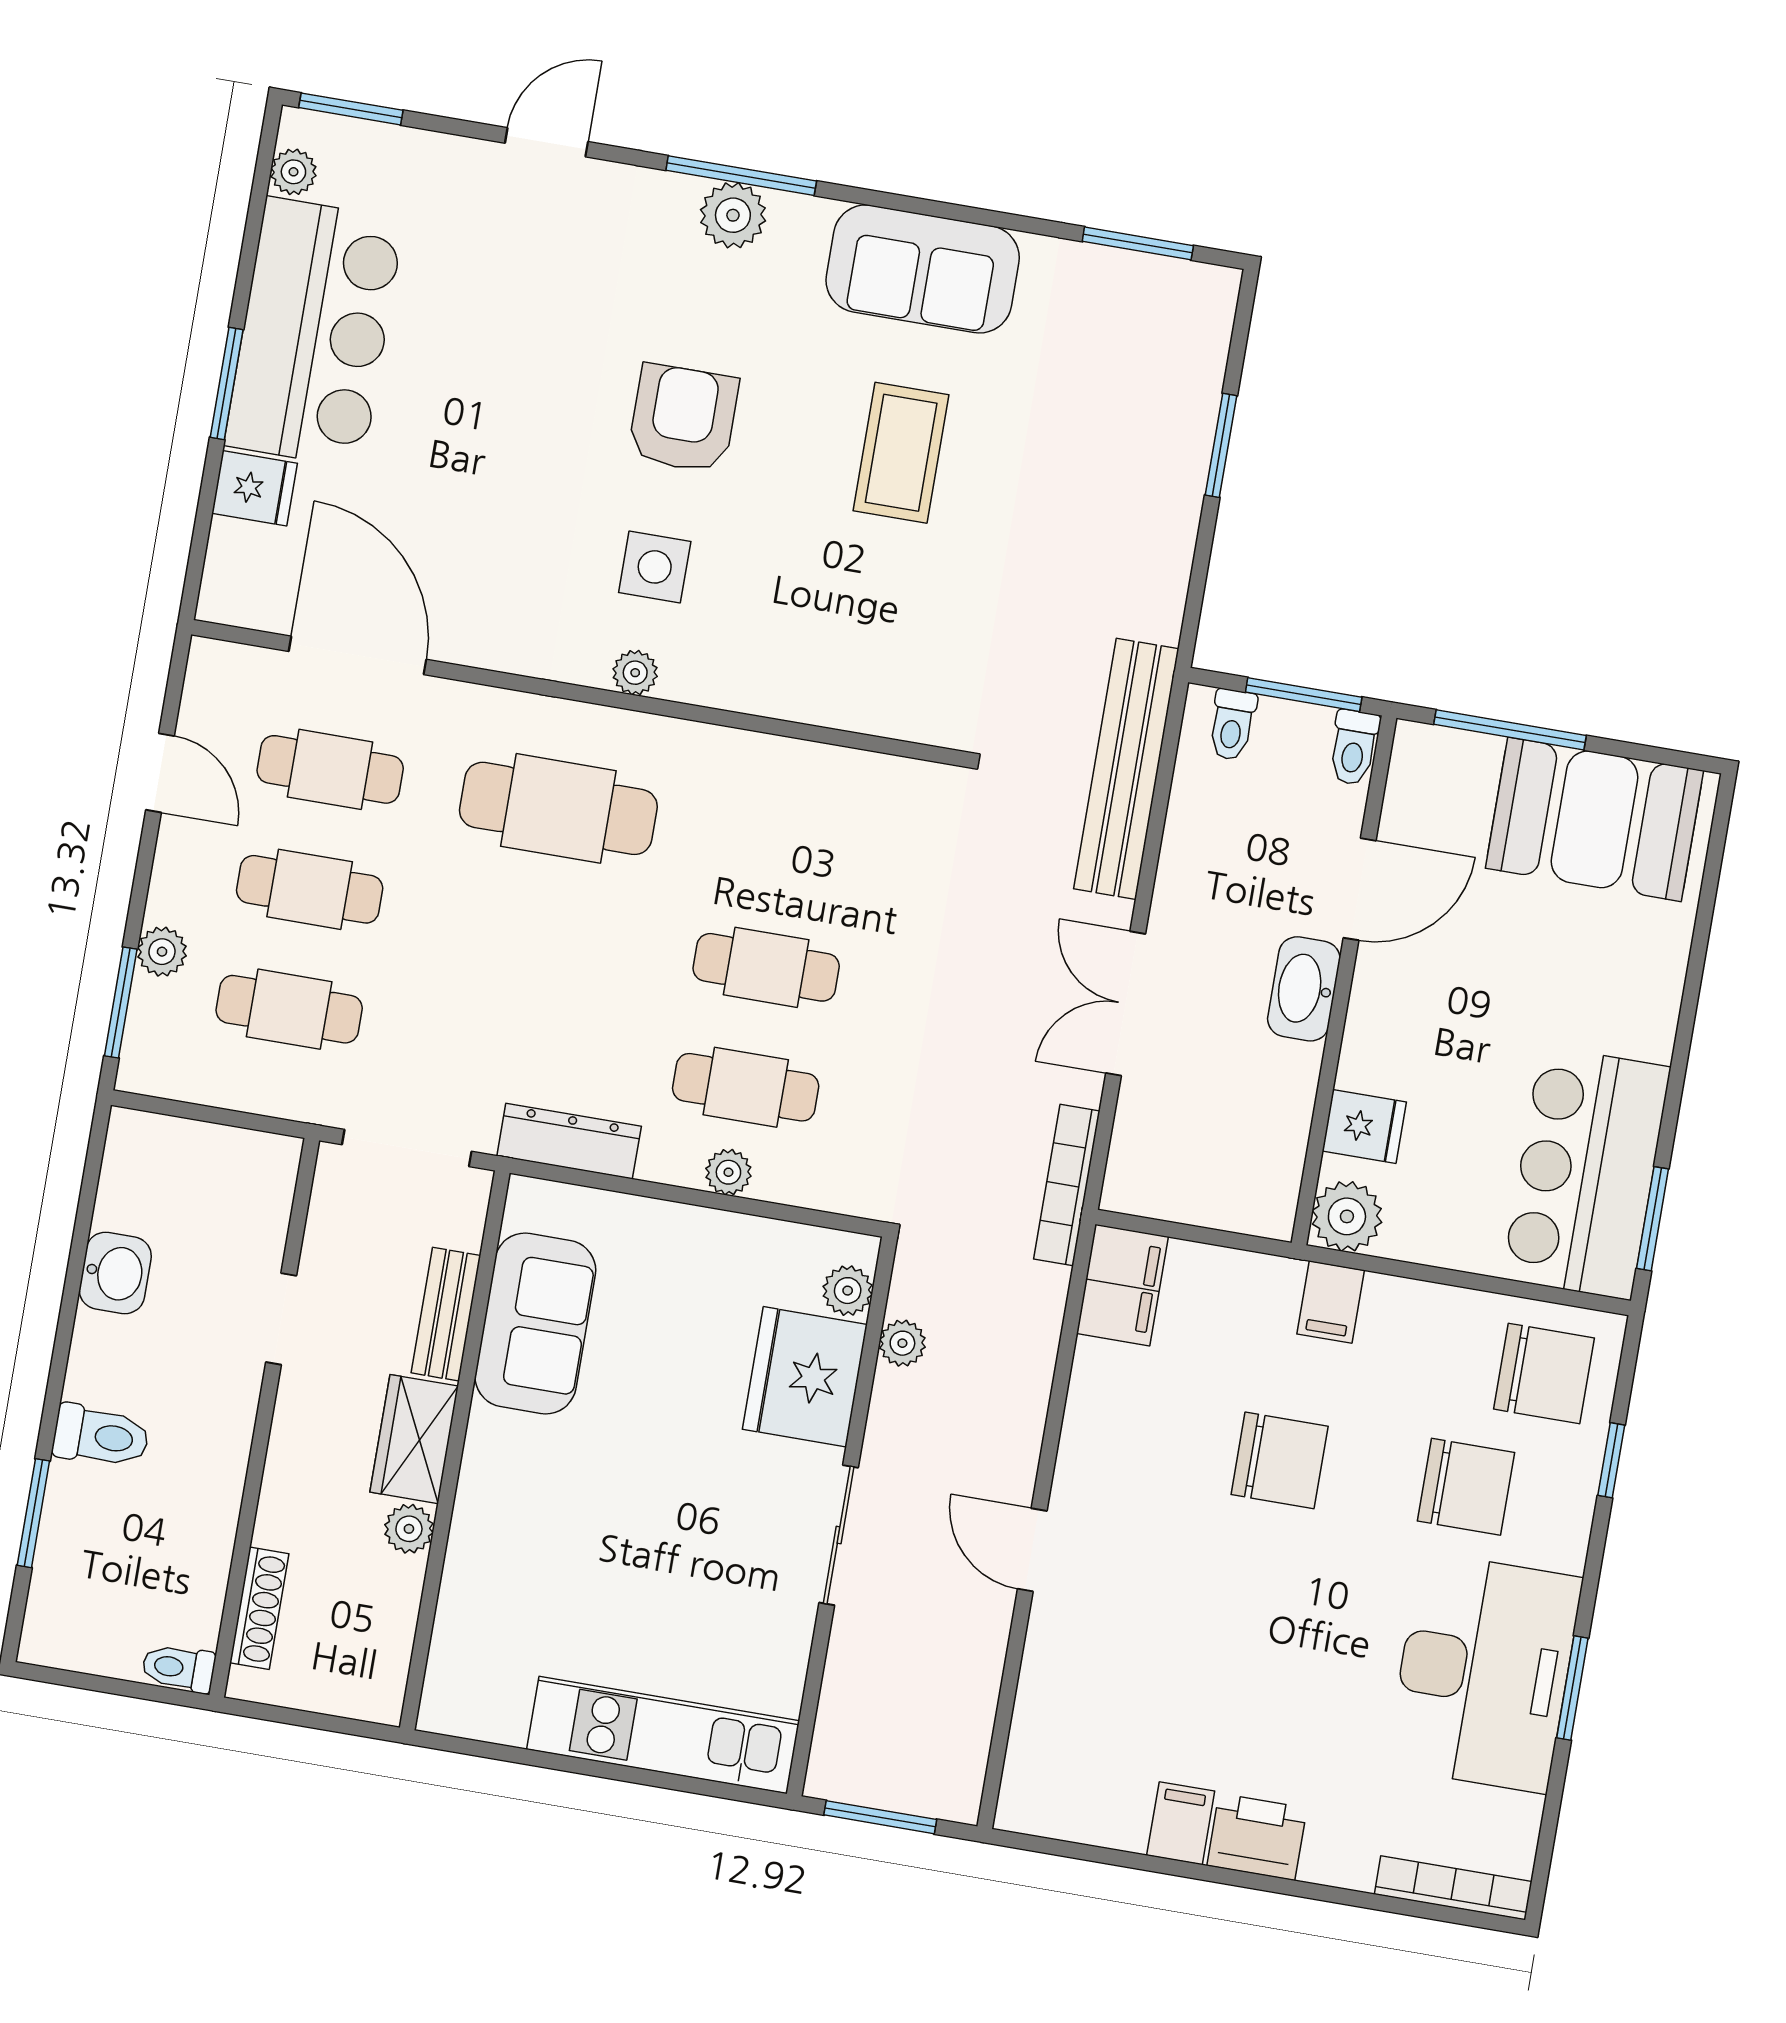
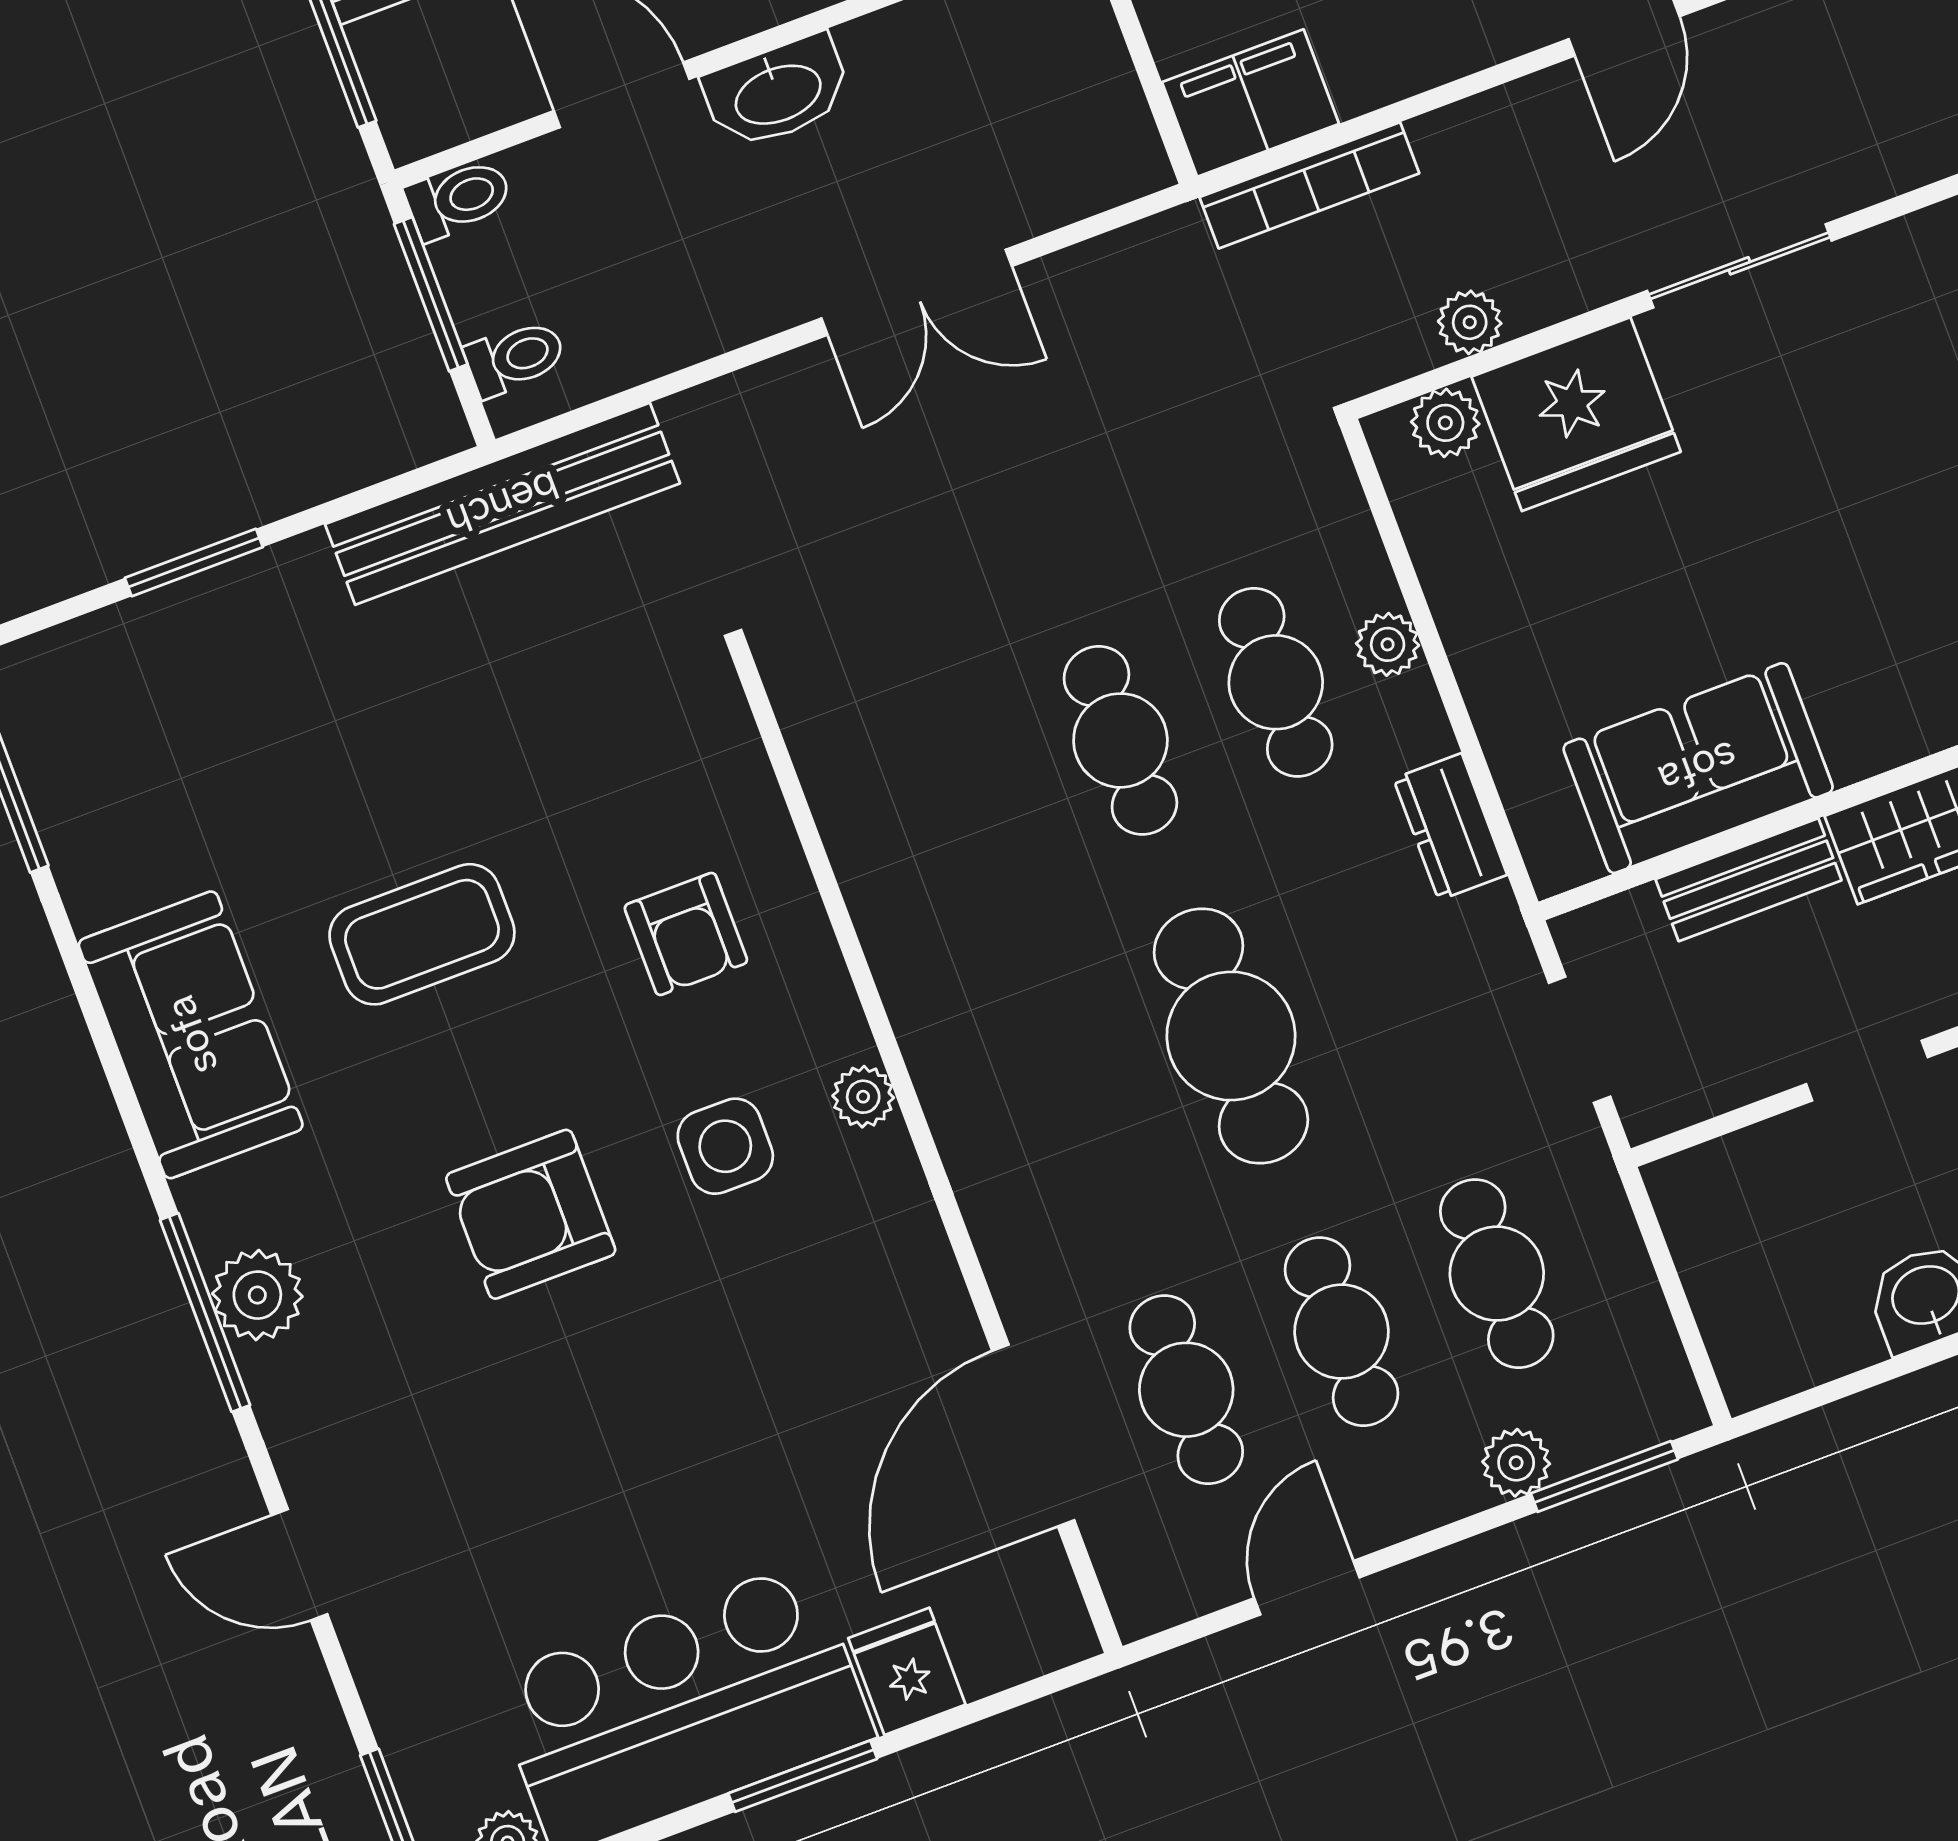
armchair: (804, 620) -> (686, 934), added
bench: (1126, 769) -> (503, 504), moved
cafe table: (558, 808) -> (1231, 1036), moved
dresser: (569, 1141) -> (1450, 827), width x0.70
doorway: (407, 1148) -> (1580, 1040), width x0.73
bookcase: (1067, 1185) -> (1309, 185), moved

